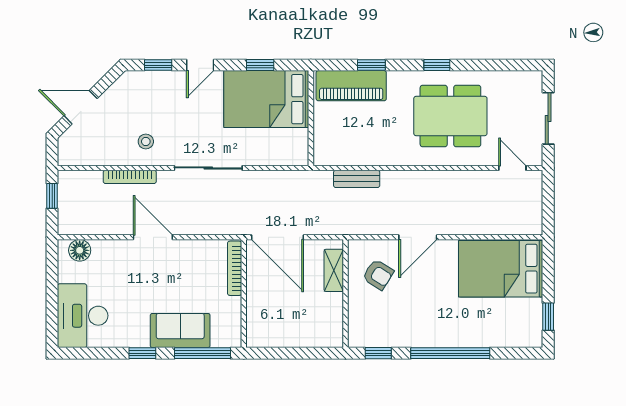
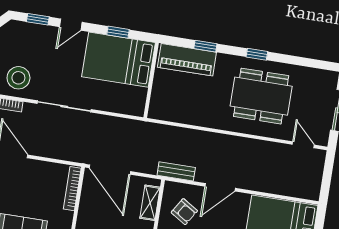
stool: (146, 141) -> (18, 78), width x1.89, depth x1.89
bench: (357, 179) -> (176, 171), moved

